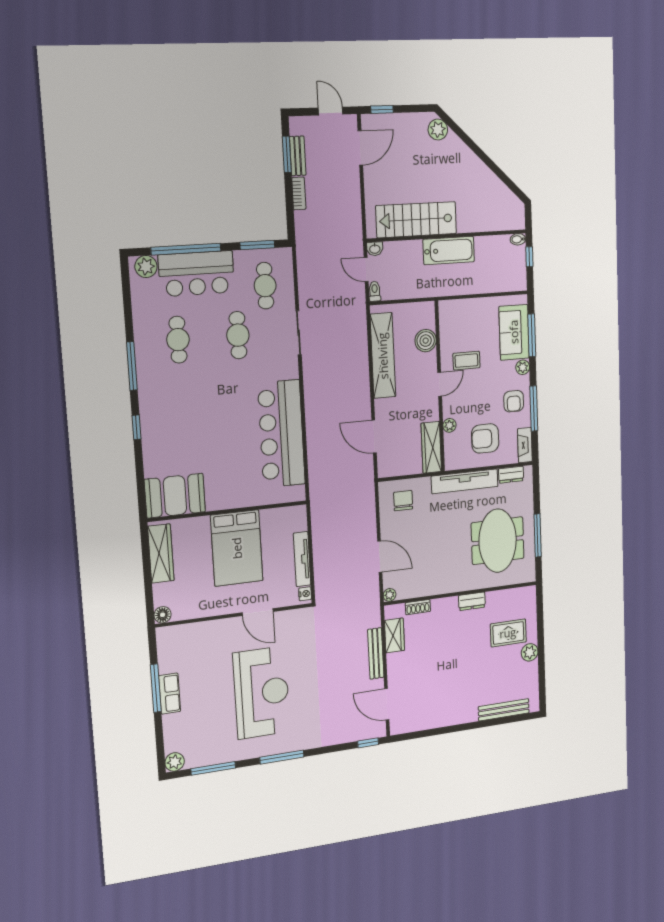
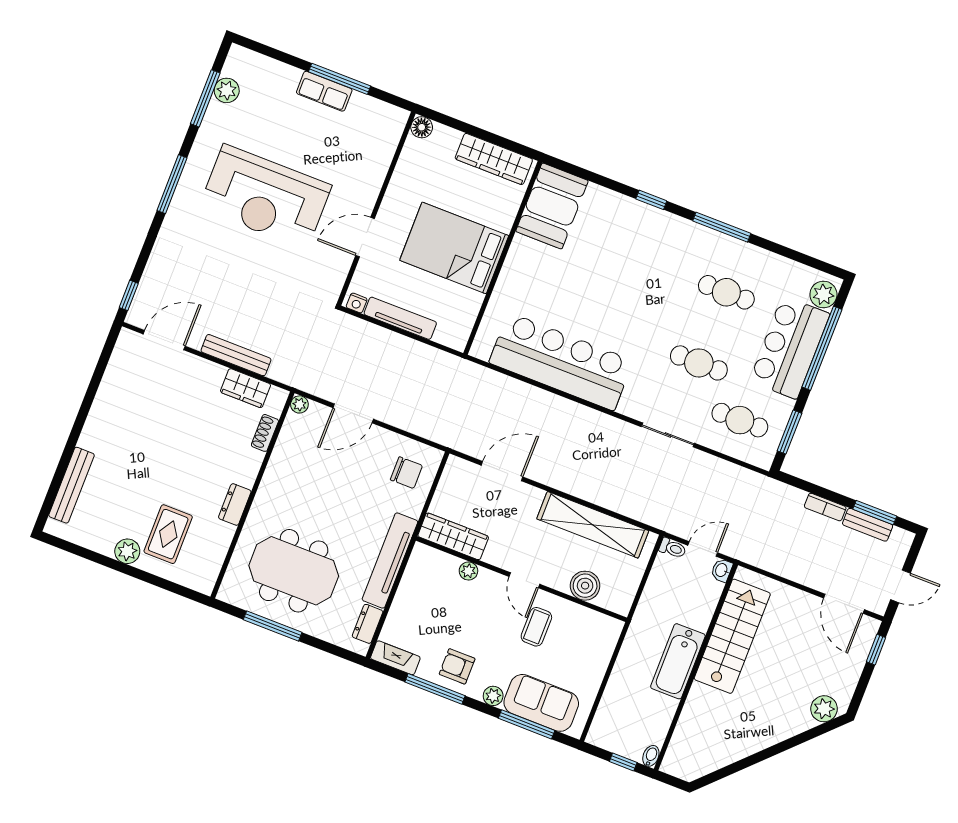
armchair: (485, 438) -> (430, 610), removed
plant: (175, 762) -> (227, 90), moved

